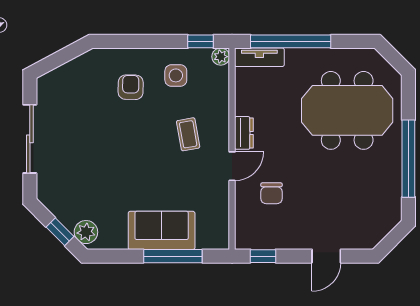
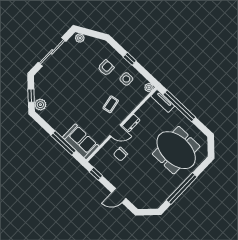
window: (201, 41) -> (130, 59), moved
plant: (51, 80) -> (80, 38), added
sofa: (162, 230) -> (81, 142), moved

